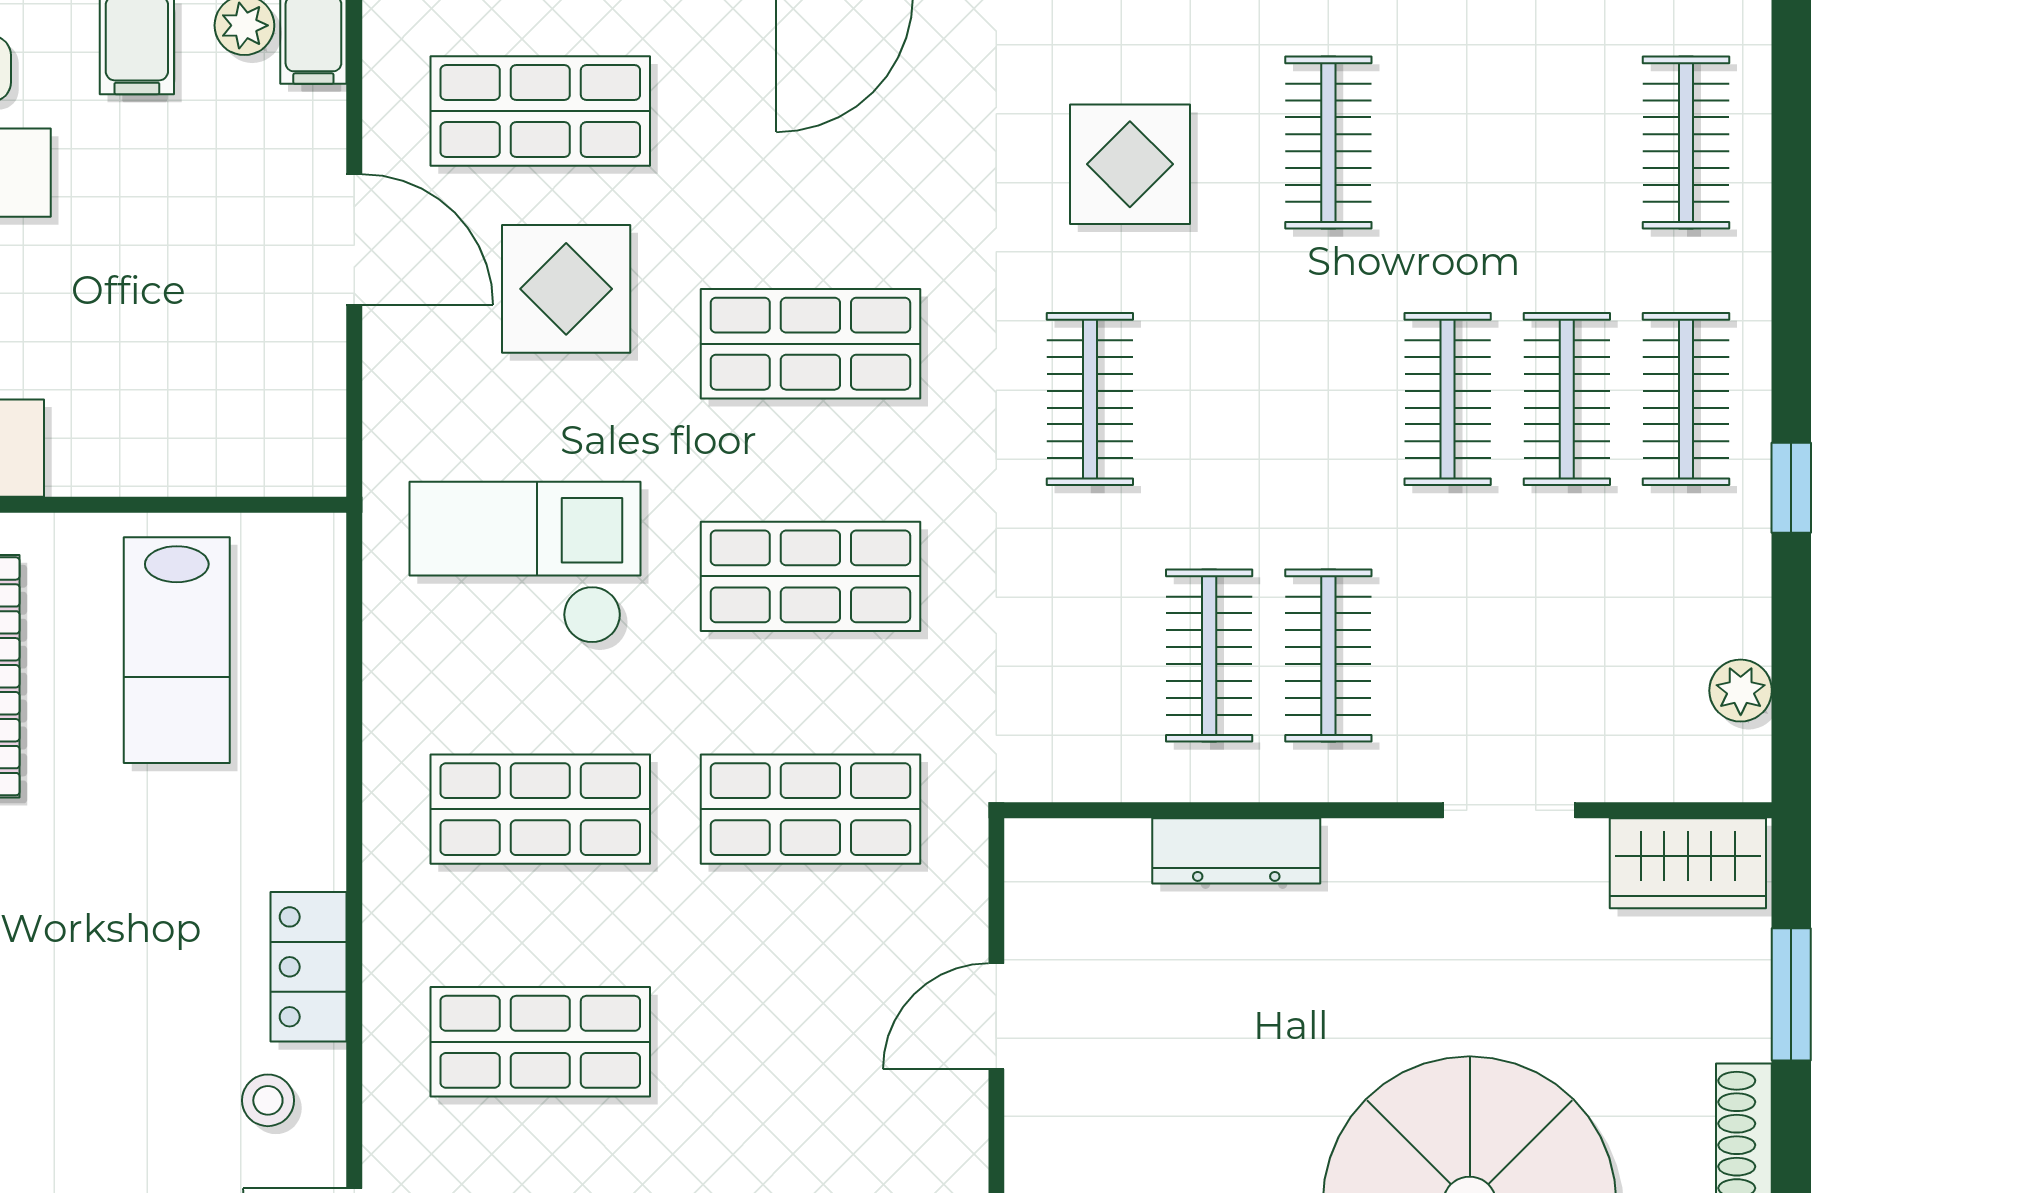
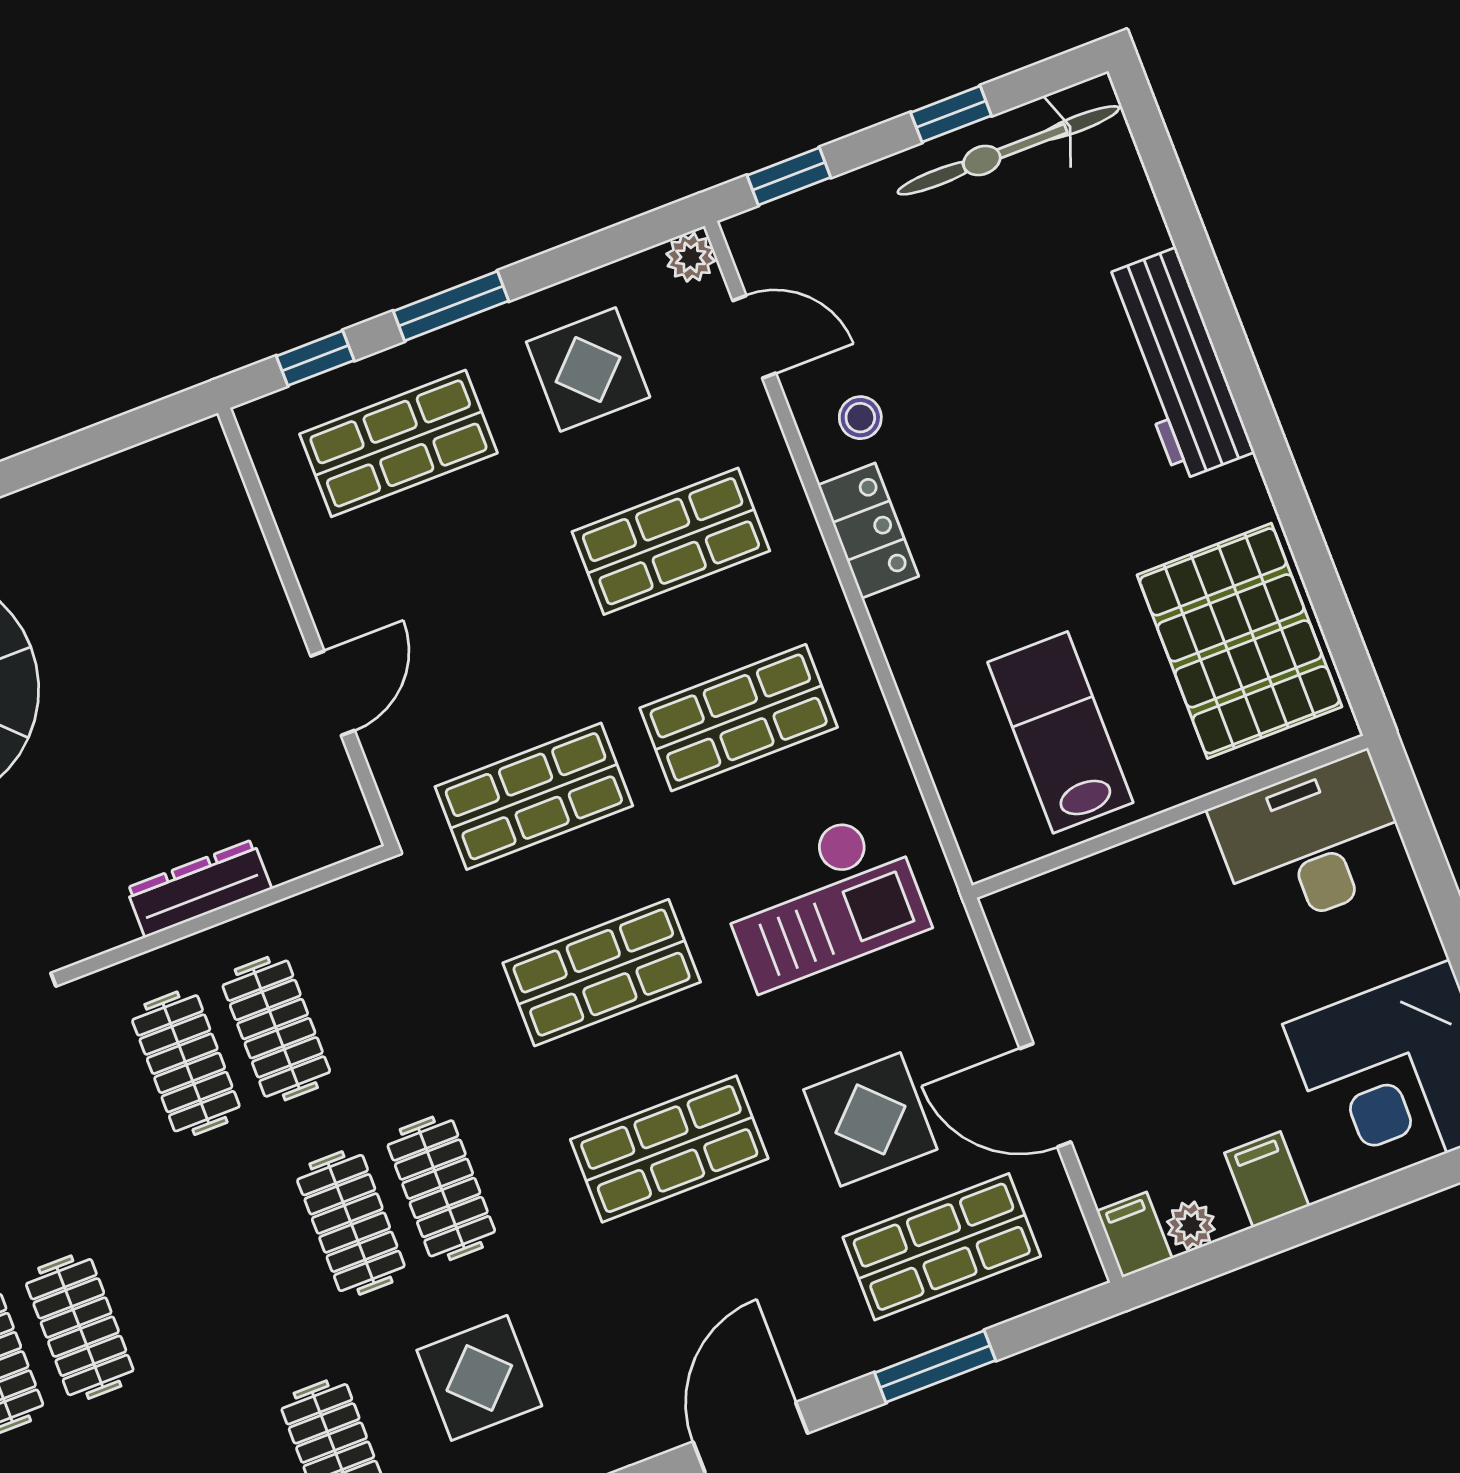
clothes rail: (1448, 399) -> (351, 1223), moved

